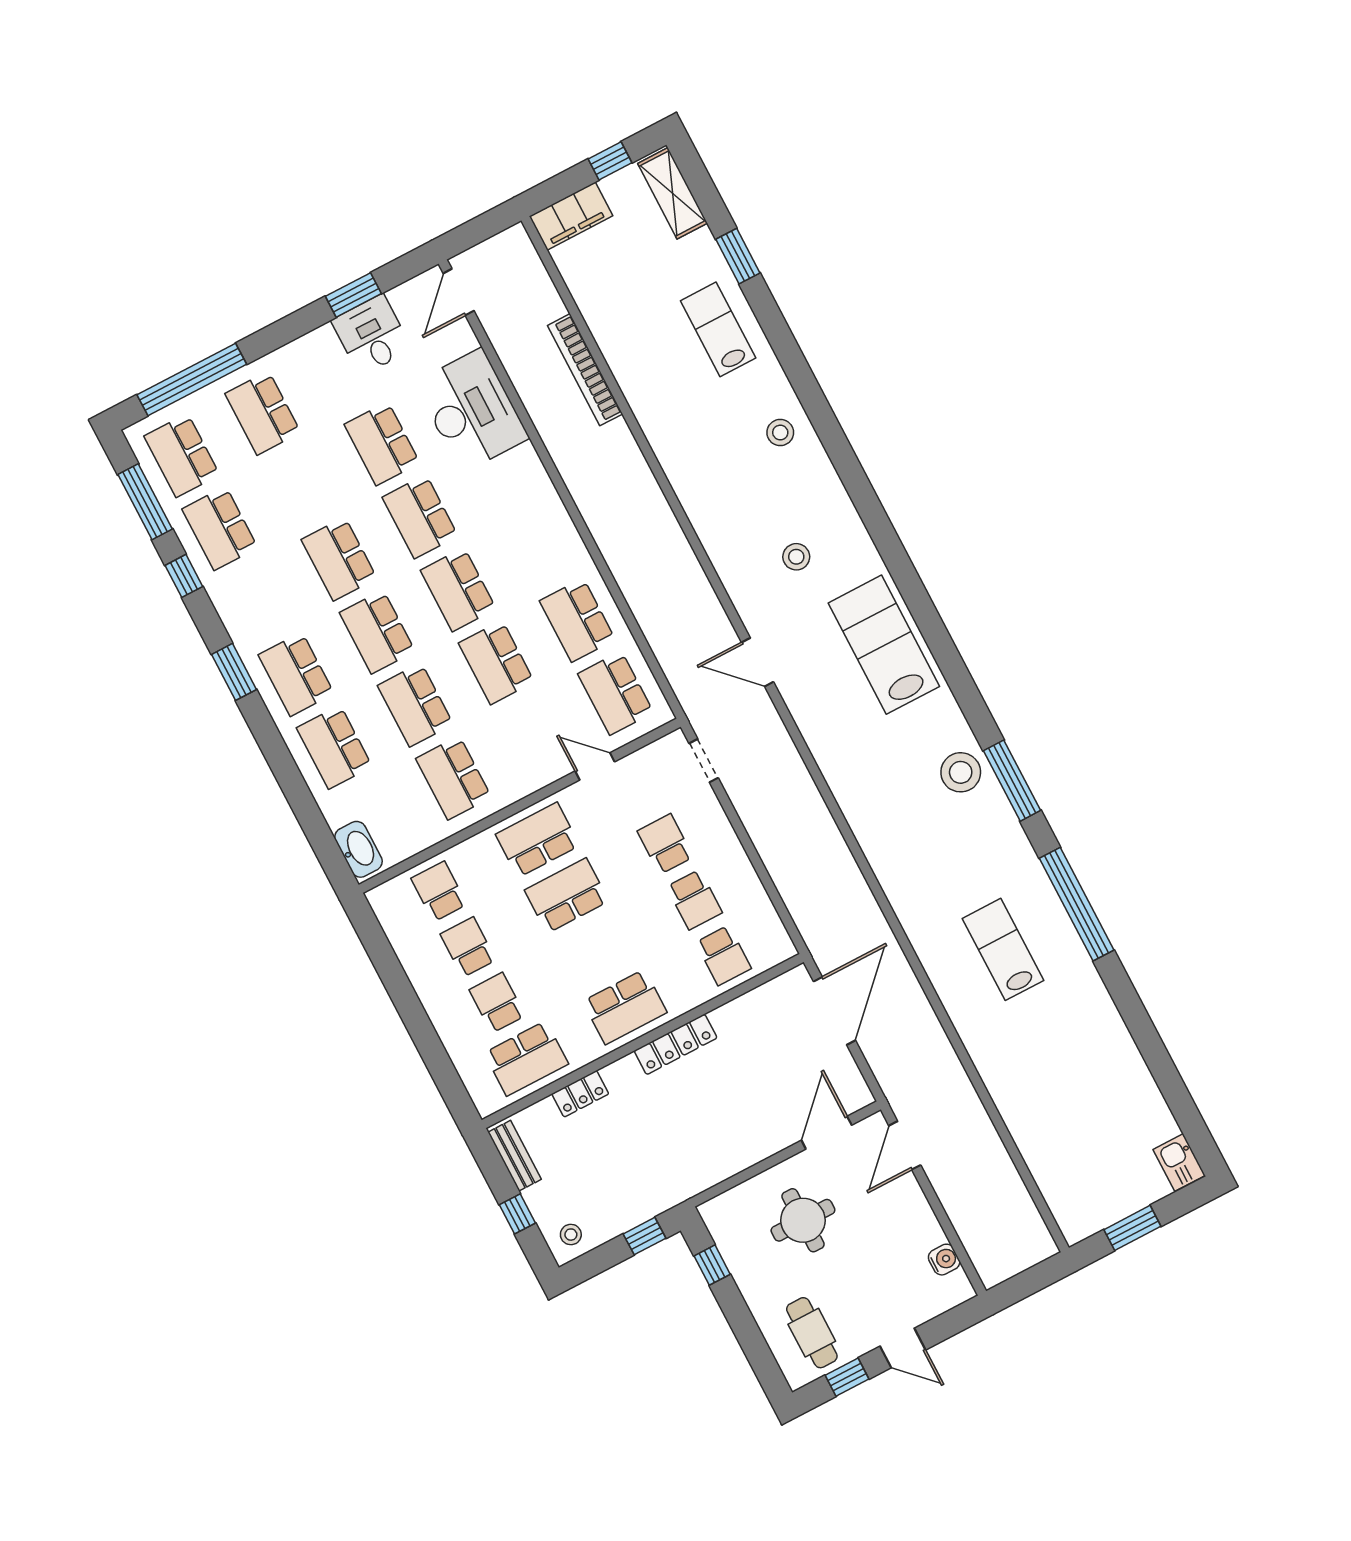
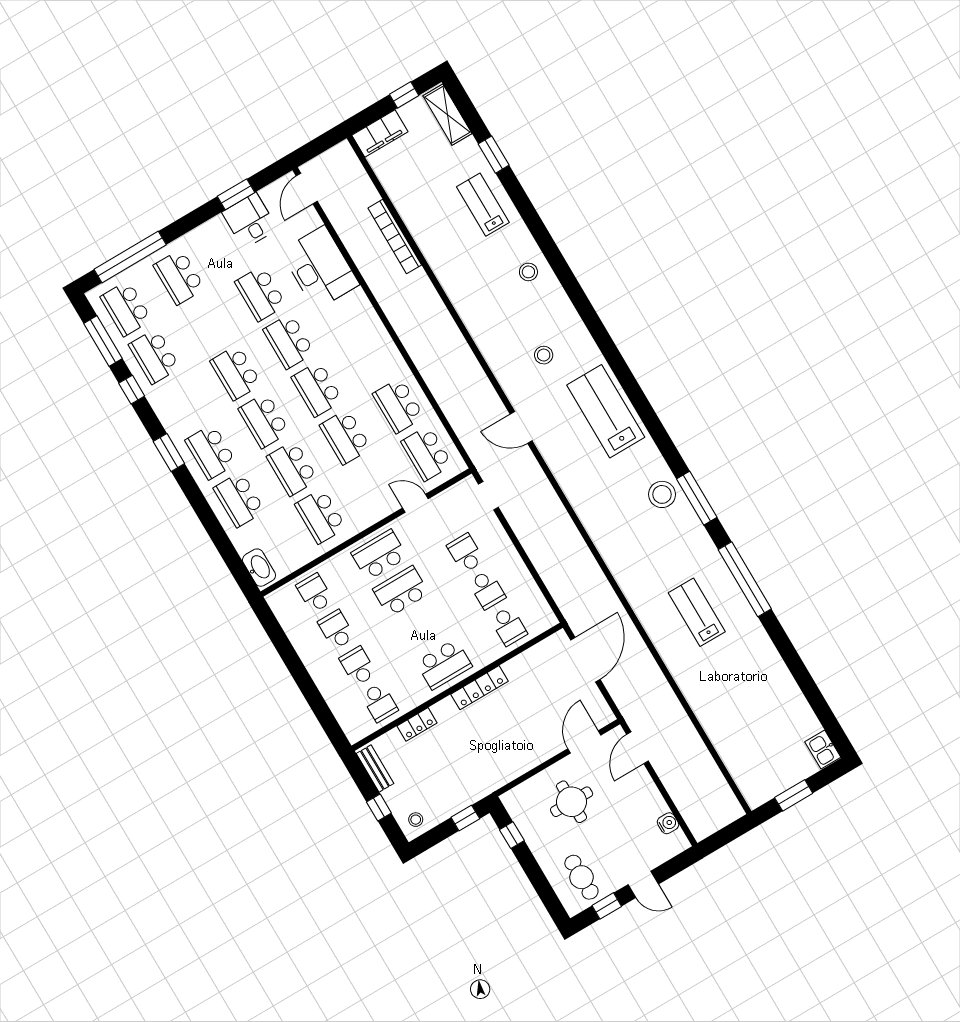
school desk: (526, 1058) -> (379, 703), width x0.54

